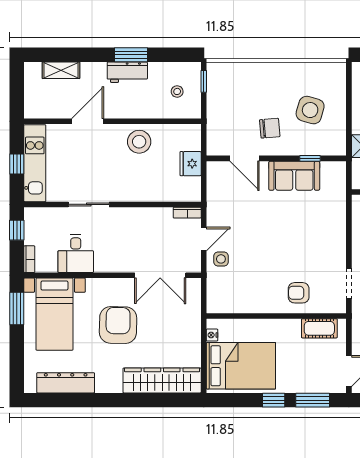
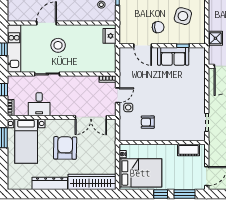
stool: (139, 142) -> (58, 45), moved
fridge: (191, 164) -> (110, 36), moved
armchair: (299, 293) -> (148, 122), moved
dresser: (66, 383) -> (50, 183), moved

